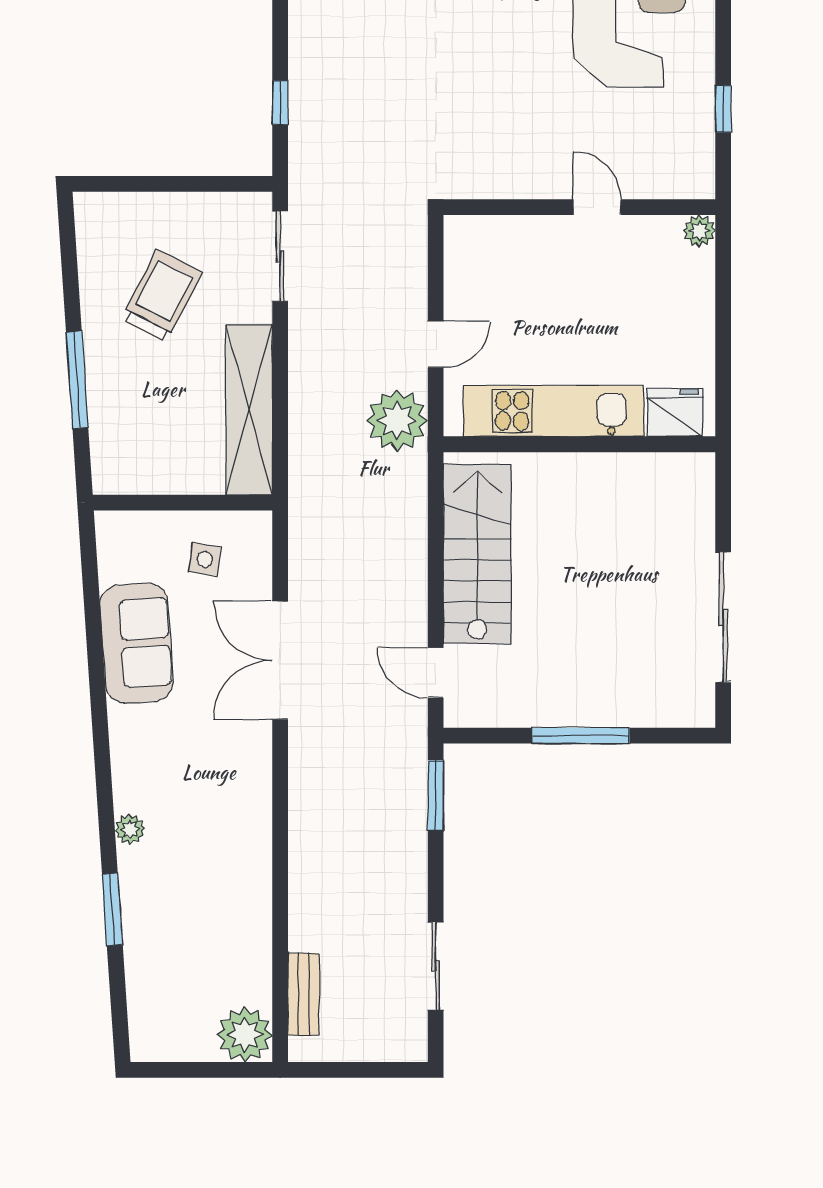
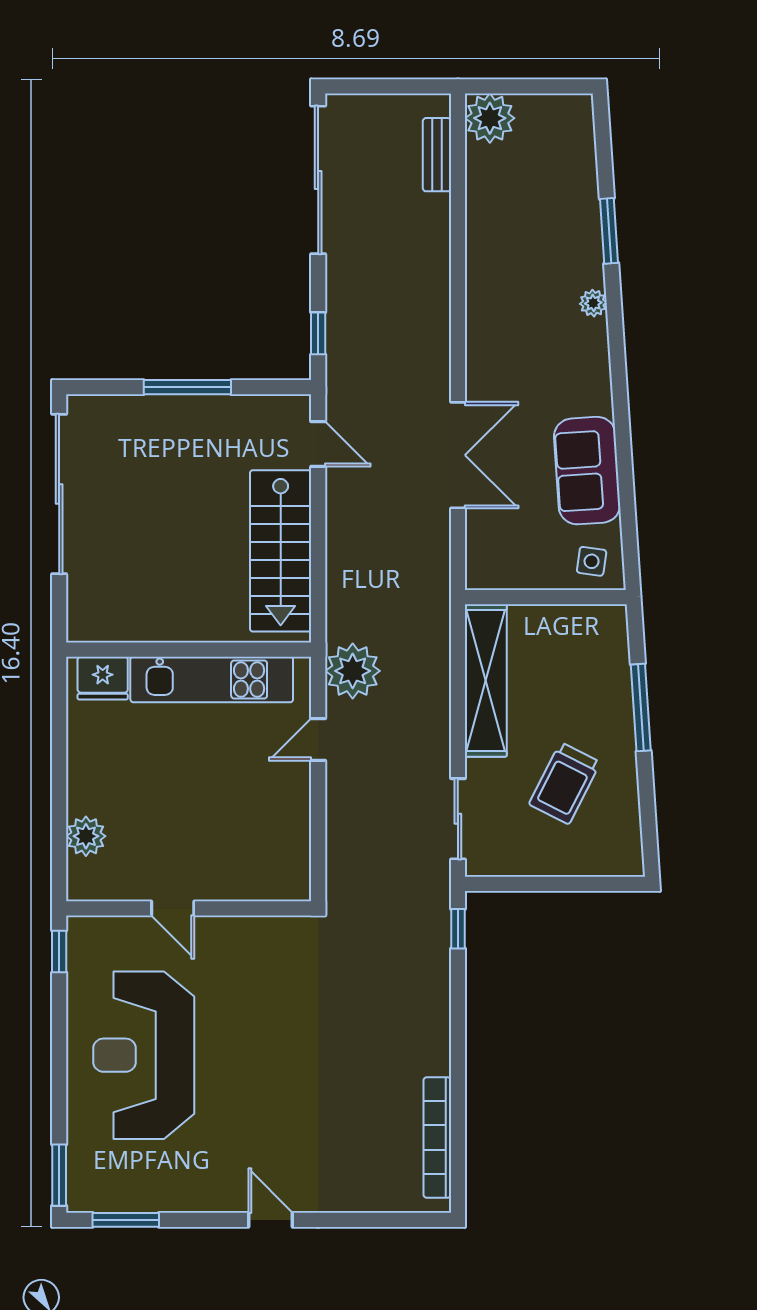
window: (280, 103) -> (458, 929), moved
wall: (579, 207) -> (189, 908), moved
door: (597, 207) -> (173, 908), moved
plant: (699, 231) -> (86, 836), width x1.38, depth x1.38
side table: (205, 559) -> (592, 561), moved
sliding door: (723, 617) -> (59, 494), width x1.36
window: (436, 795) -> (318, 333), width x0.67
sliding door: (436, 966) -> (318, 180), width x1.86

